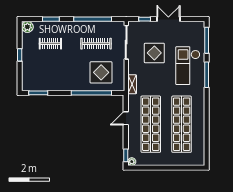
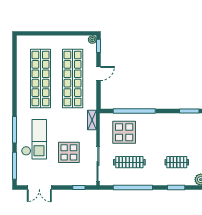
double door: (168, 19) -> (39, 188), moved
door: (126, 118) -> (99, 73), moved

